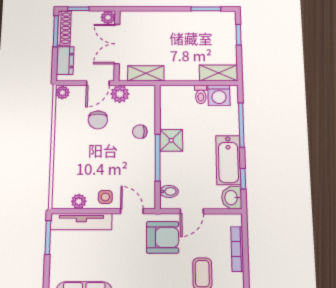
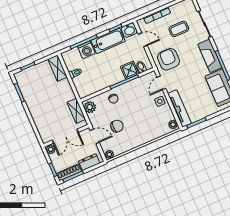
plant: (120, 94) -> (90, 107), moved
washing machine: (219, 95) -> (86, 50), moved, turned 90
shower: (171, 140) -> (130, 70), moved
plant: (79, 201) -> (173, 124), moved
door: (192, 211) -> (143, 40), moved

